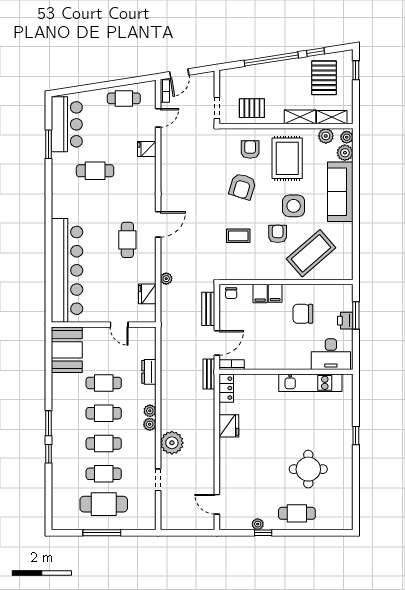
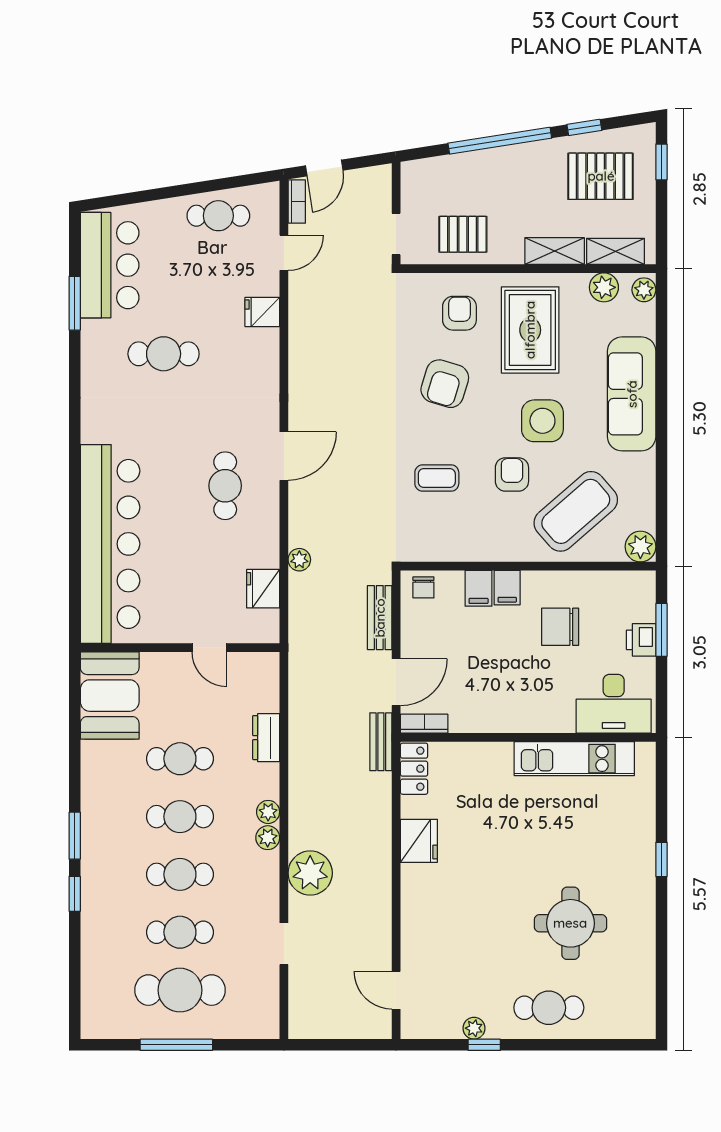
pallet: (324, 78) -> (601, 176), turned 90
plant: (345, 153) -> (640, 547), moved

